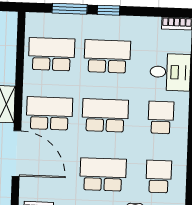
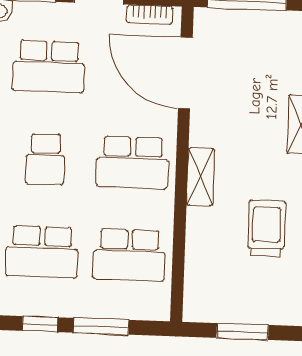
school desk: (105, 115) -> (45, 159), width x0.54
door: (17, 153) -> (185, 73), moved

